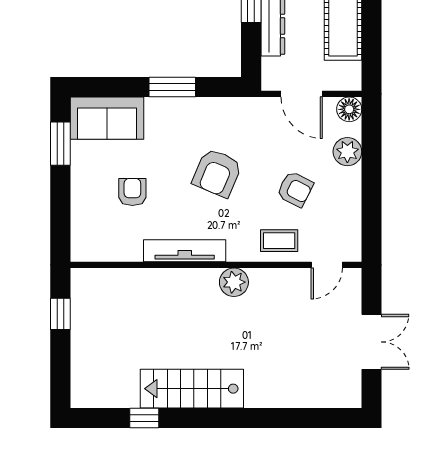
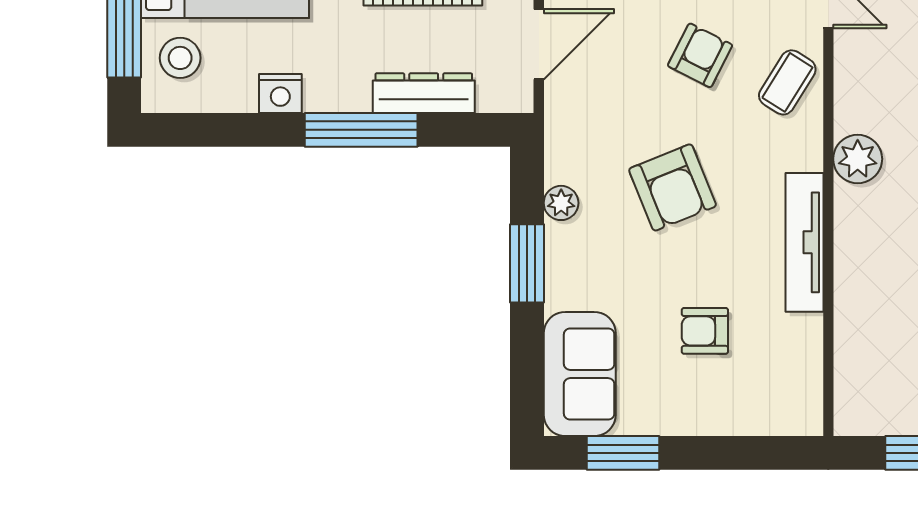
plant: (208, 107) -> (561, 203), added
armchair: (217, 173) -> (673, 187), turned 45
coffee table: (279, 241) -> (787, 82), turned 32

